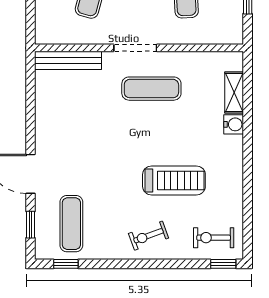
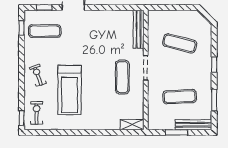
shelving: (234, 92) -> (132, 125), moved
water cooler: (234, 124) -> (102, 124), removed
treadmill: (174, 180) -> (70, 90), width x1.37, depth x1.38

